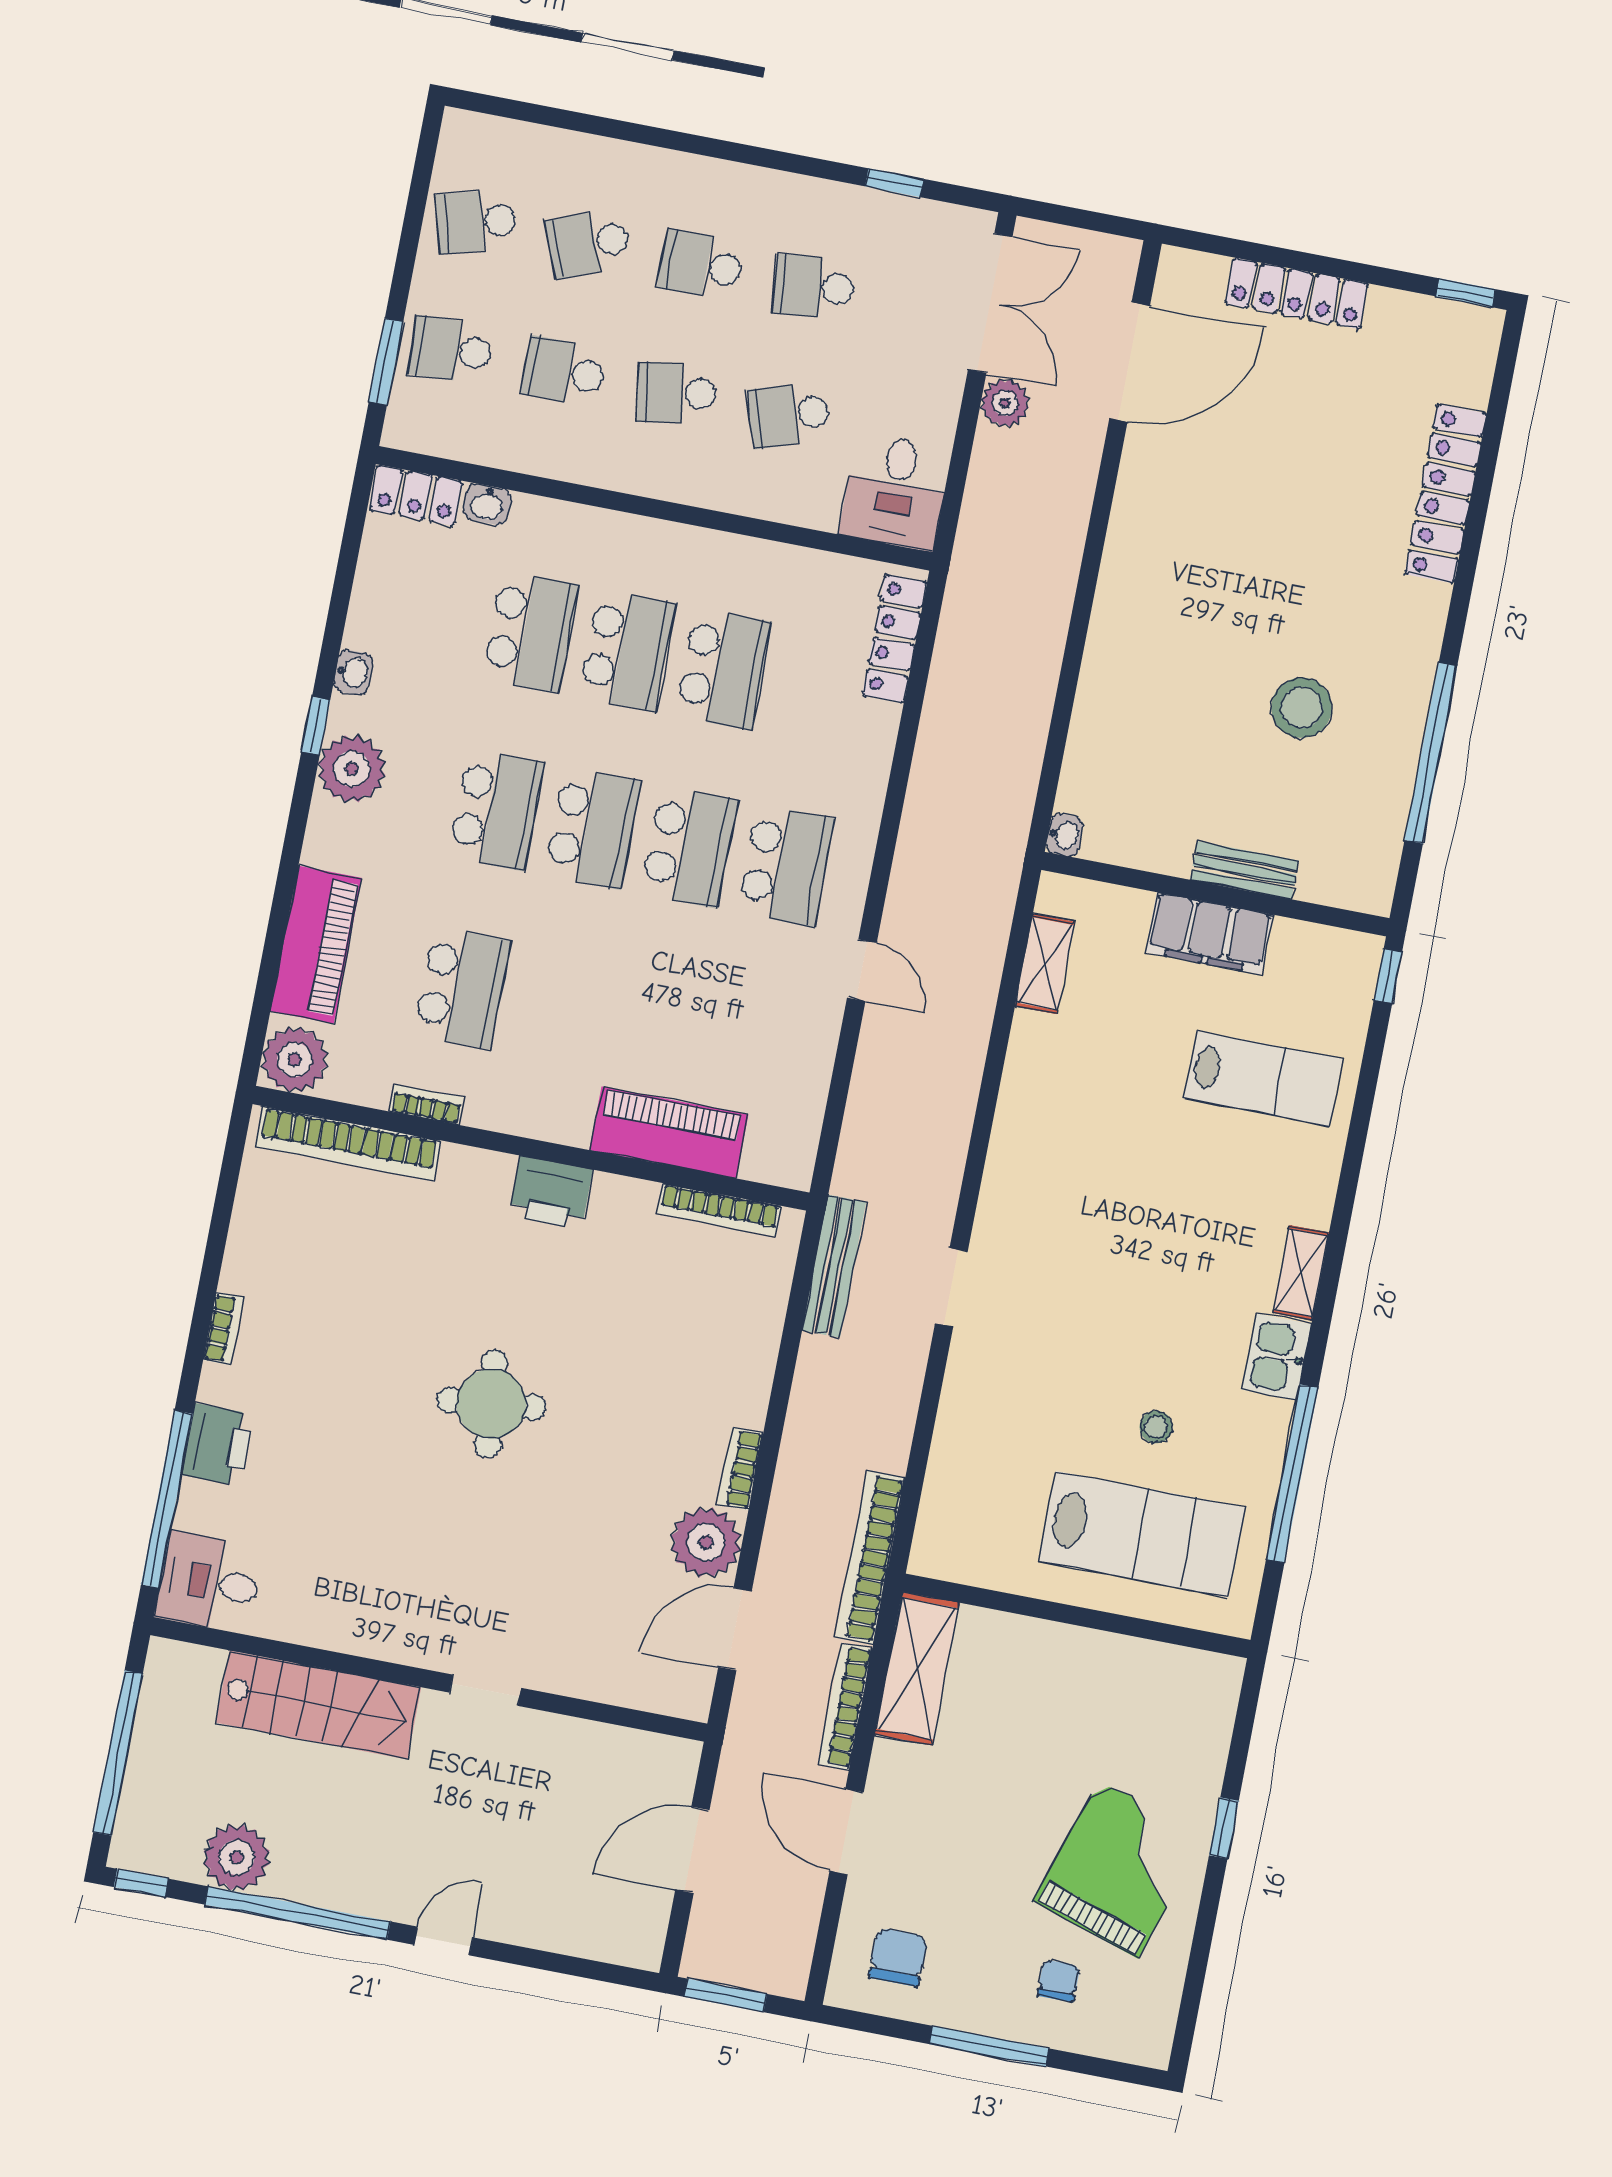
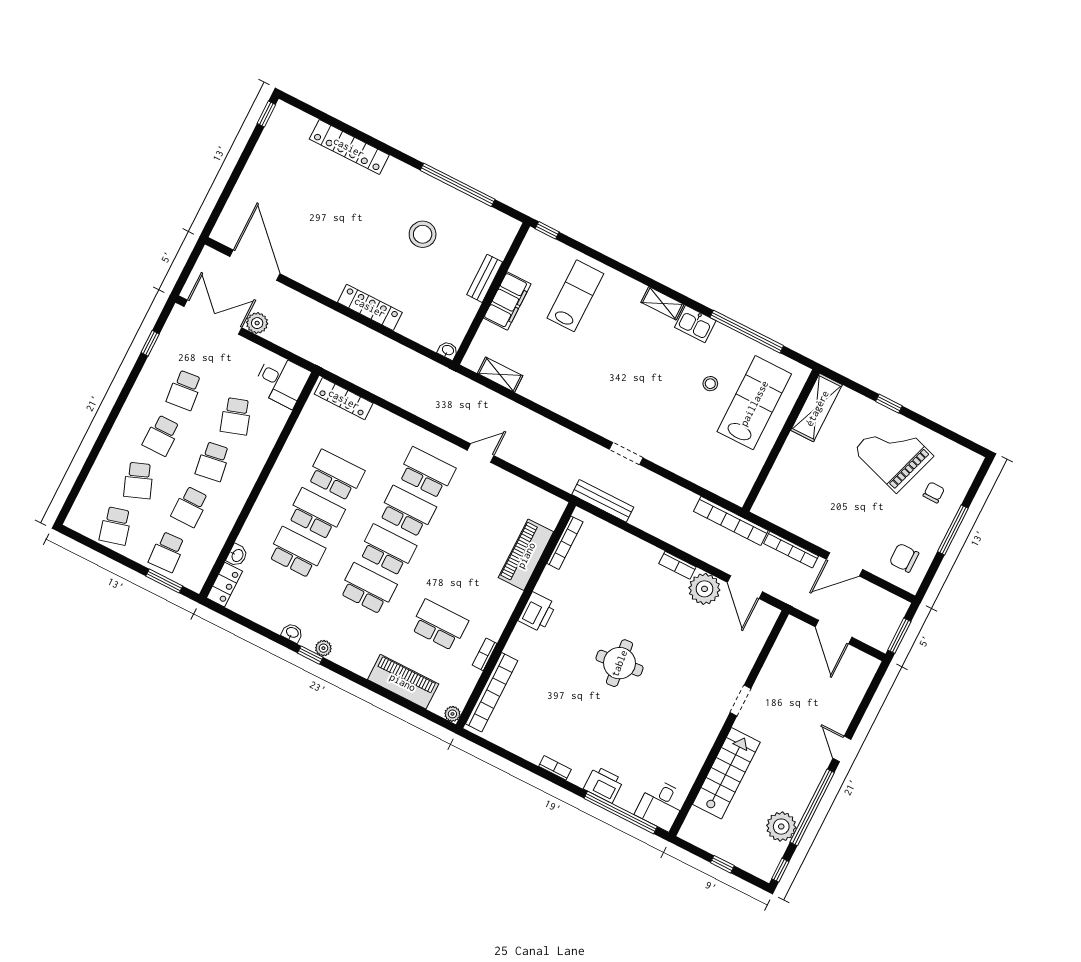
locker: (1297, 293) -> (370, 307), moved, turned -90
plant: (352, 769) -> (323, 648), width x0.53, depth x0.53
plant: (295, 1060) -> (452, 714), width x0.53, depth x0.53
shelving: (917, 1668) -> (817, 408), moved, turned 90
window: (118, 1753) -> (722, 864), width x0.32
chair: (1059, 1981) -> (934, 492), turned 90

